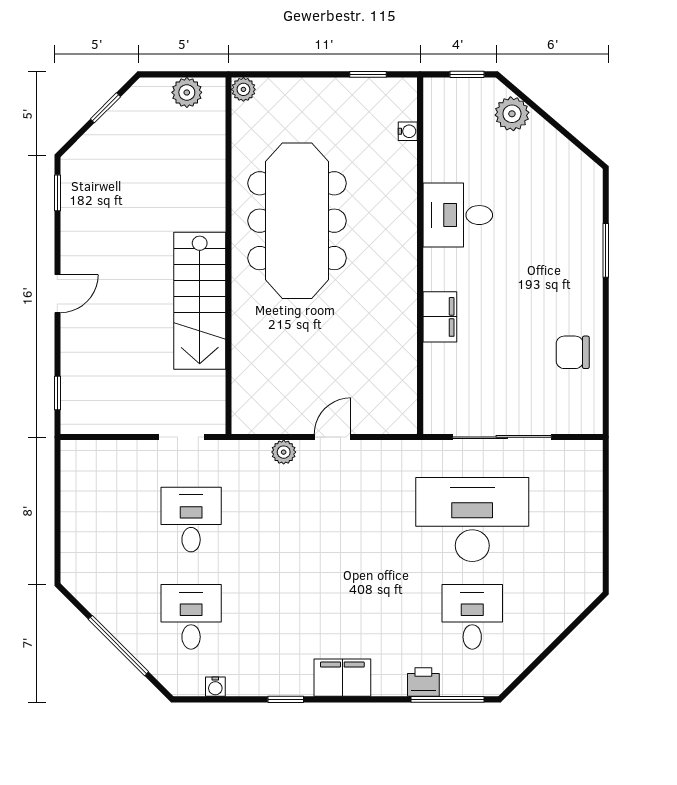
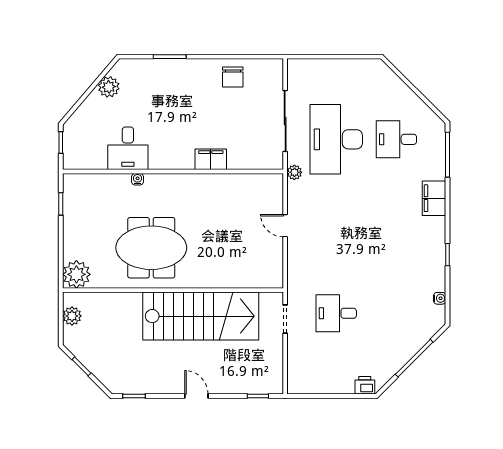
plant: (243, 89) -> (76, 274), width x1.87, depth x1.87
plant: (512, 114) -> (109, 87), moved
water cooler: (408, 131) -> (138, 179), moved
desk: (458, 215) -> (128, 148), moved
meeting table: (297, 221) -> (151, 248), width x0.73
stairs: (200, 301) -> (201, 316), width x1.36, depth x1.51
plant: (284, 452) -> (294, 172), moved
desk: (191, 617) -> (396, 313), removed
filing cabinet: (342, 678) -> (434, 198), moved
printer: (423, 682) -> (365, 385), moved, turned 90

